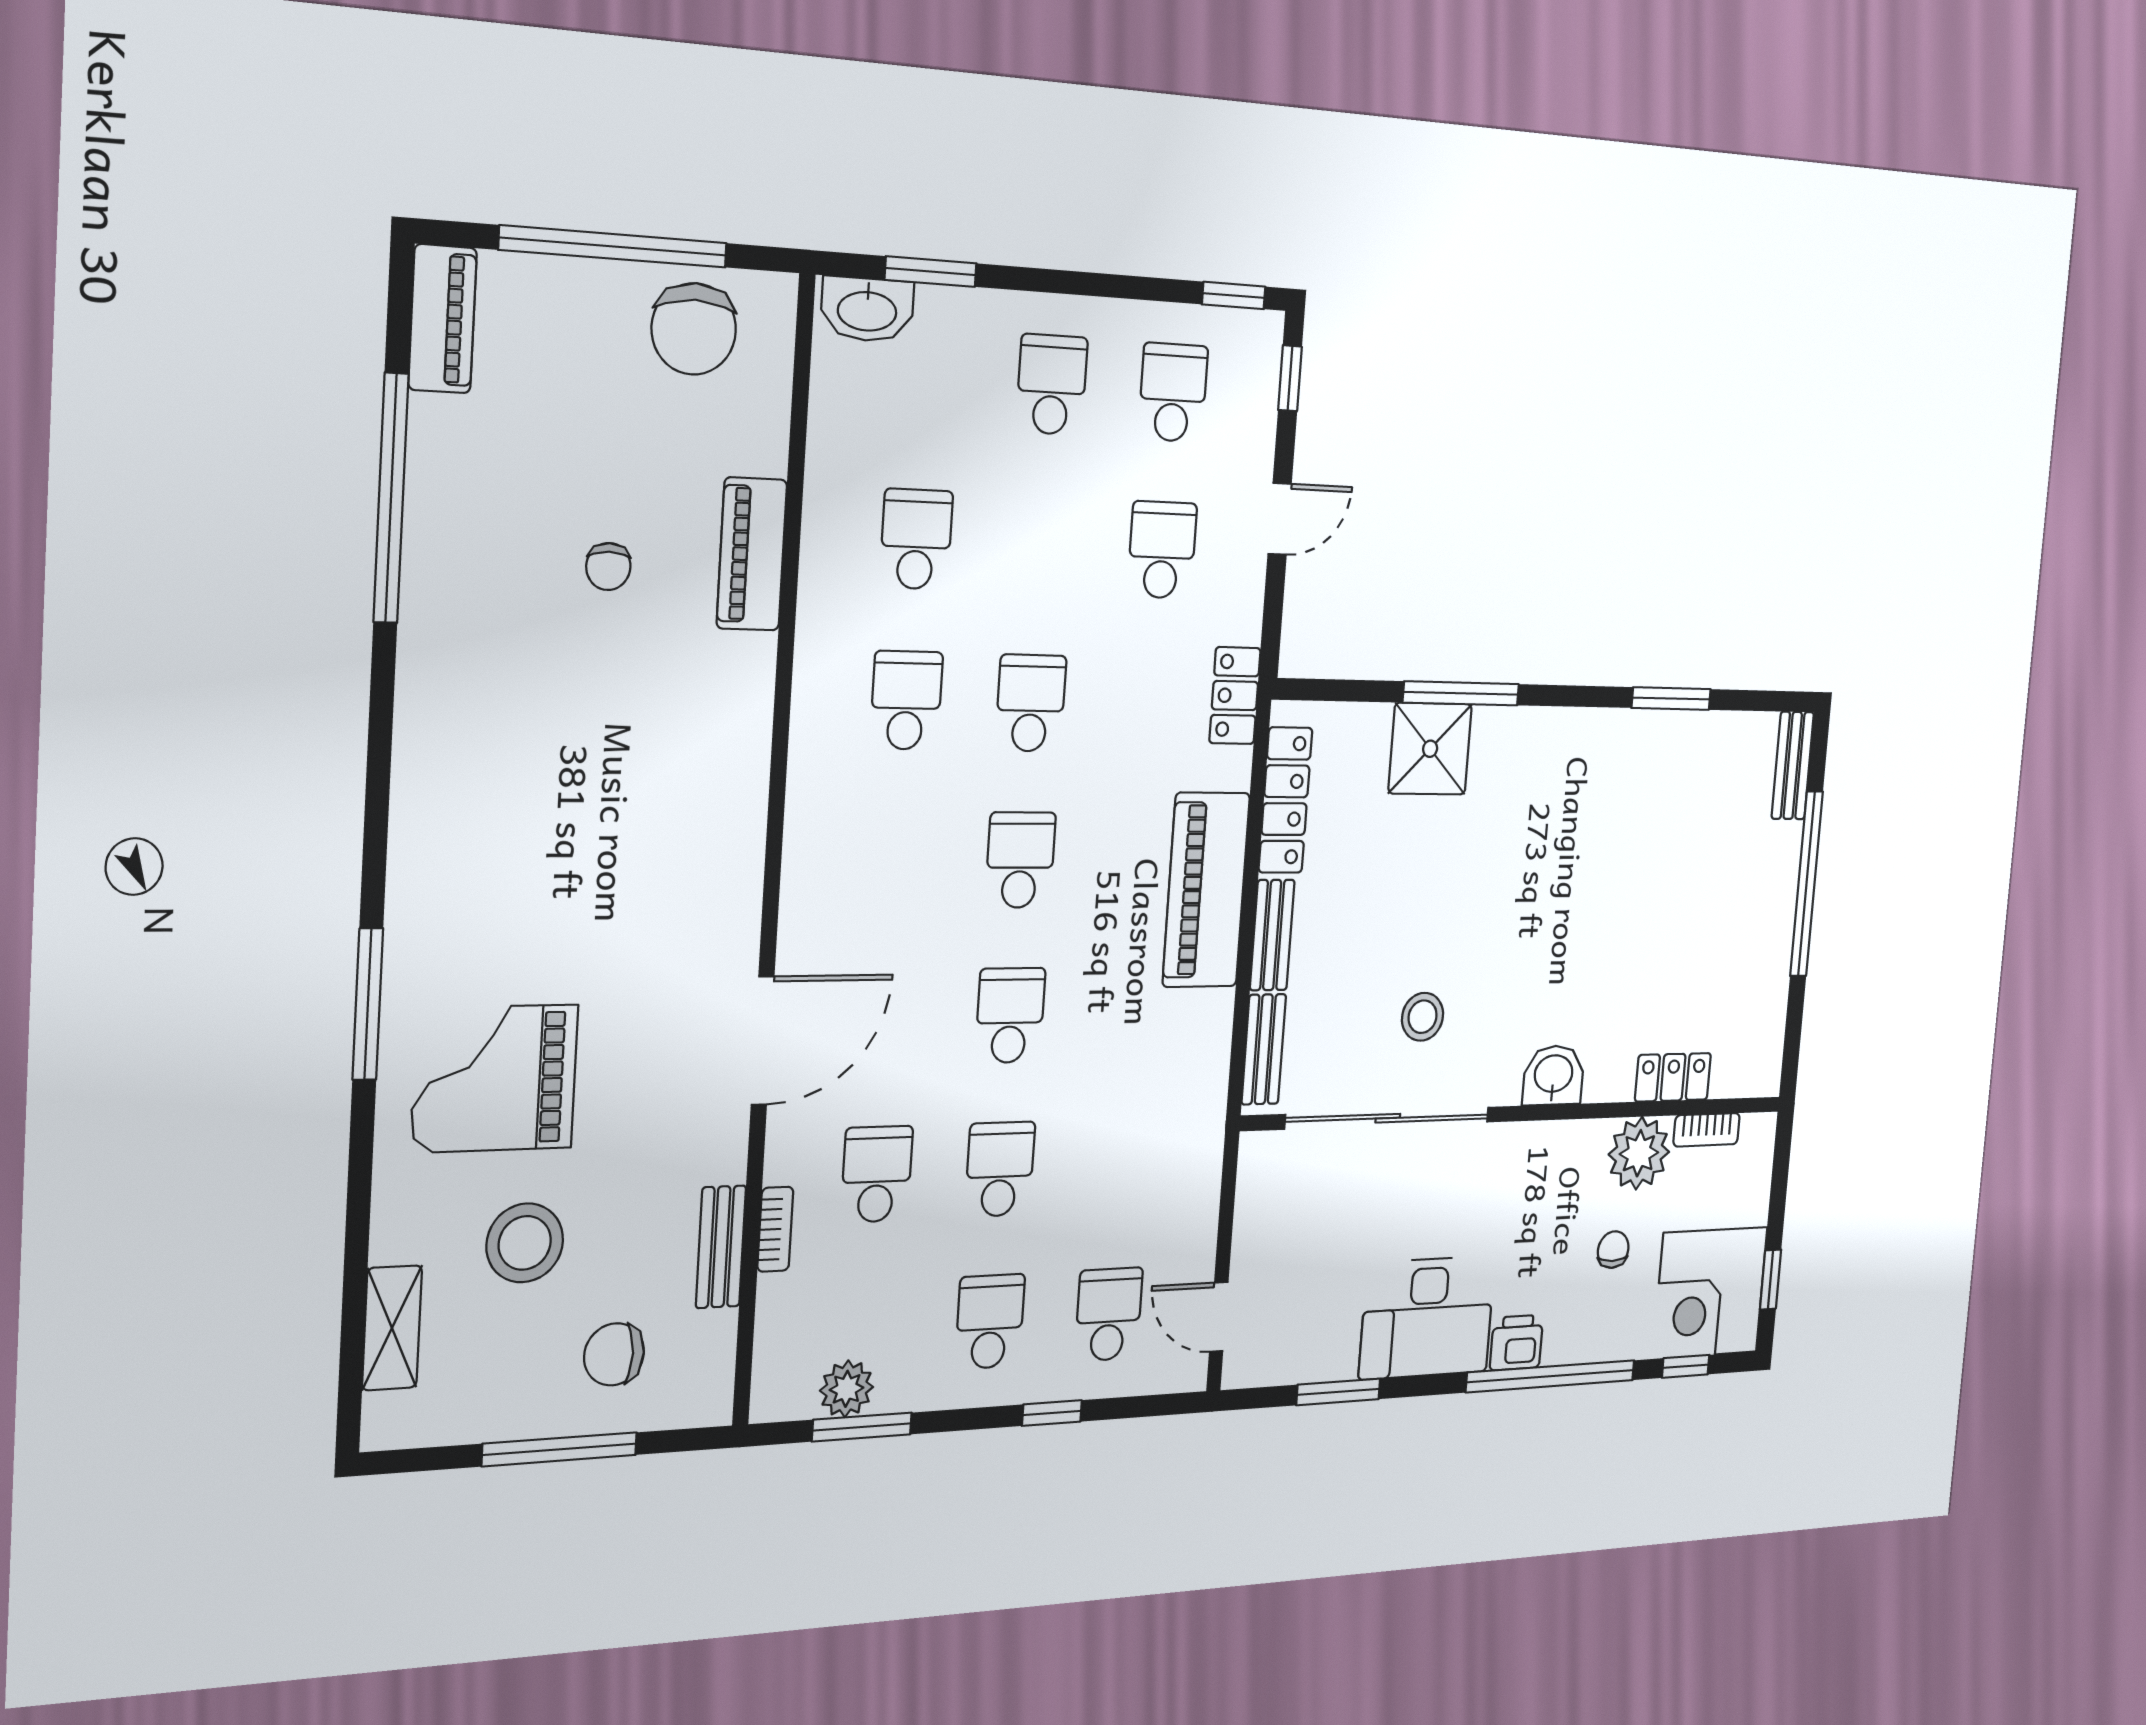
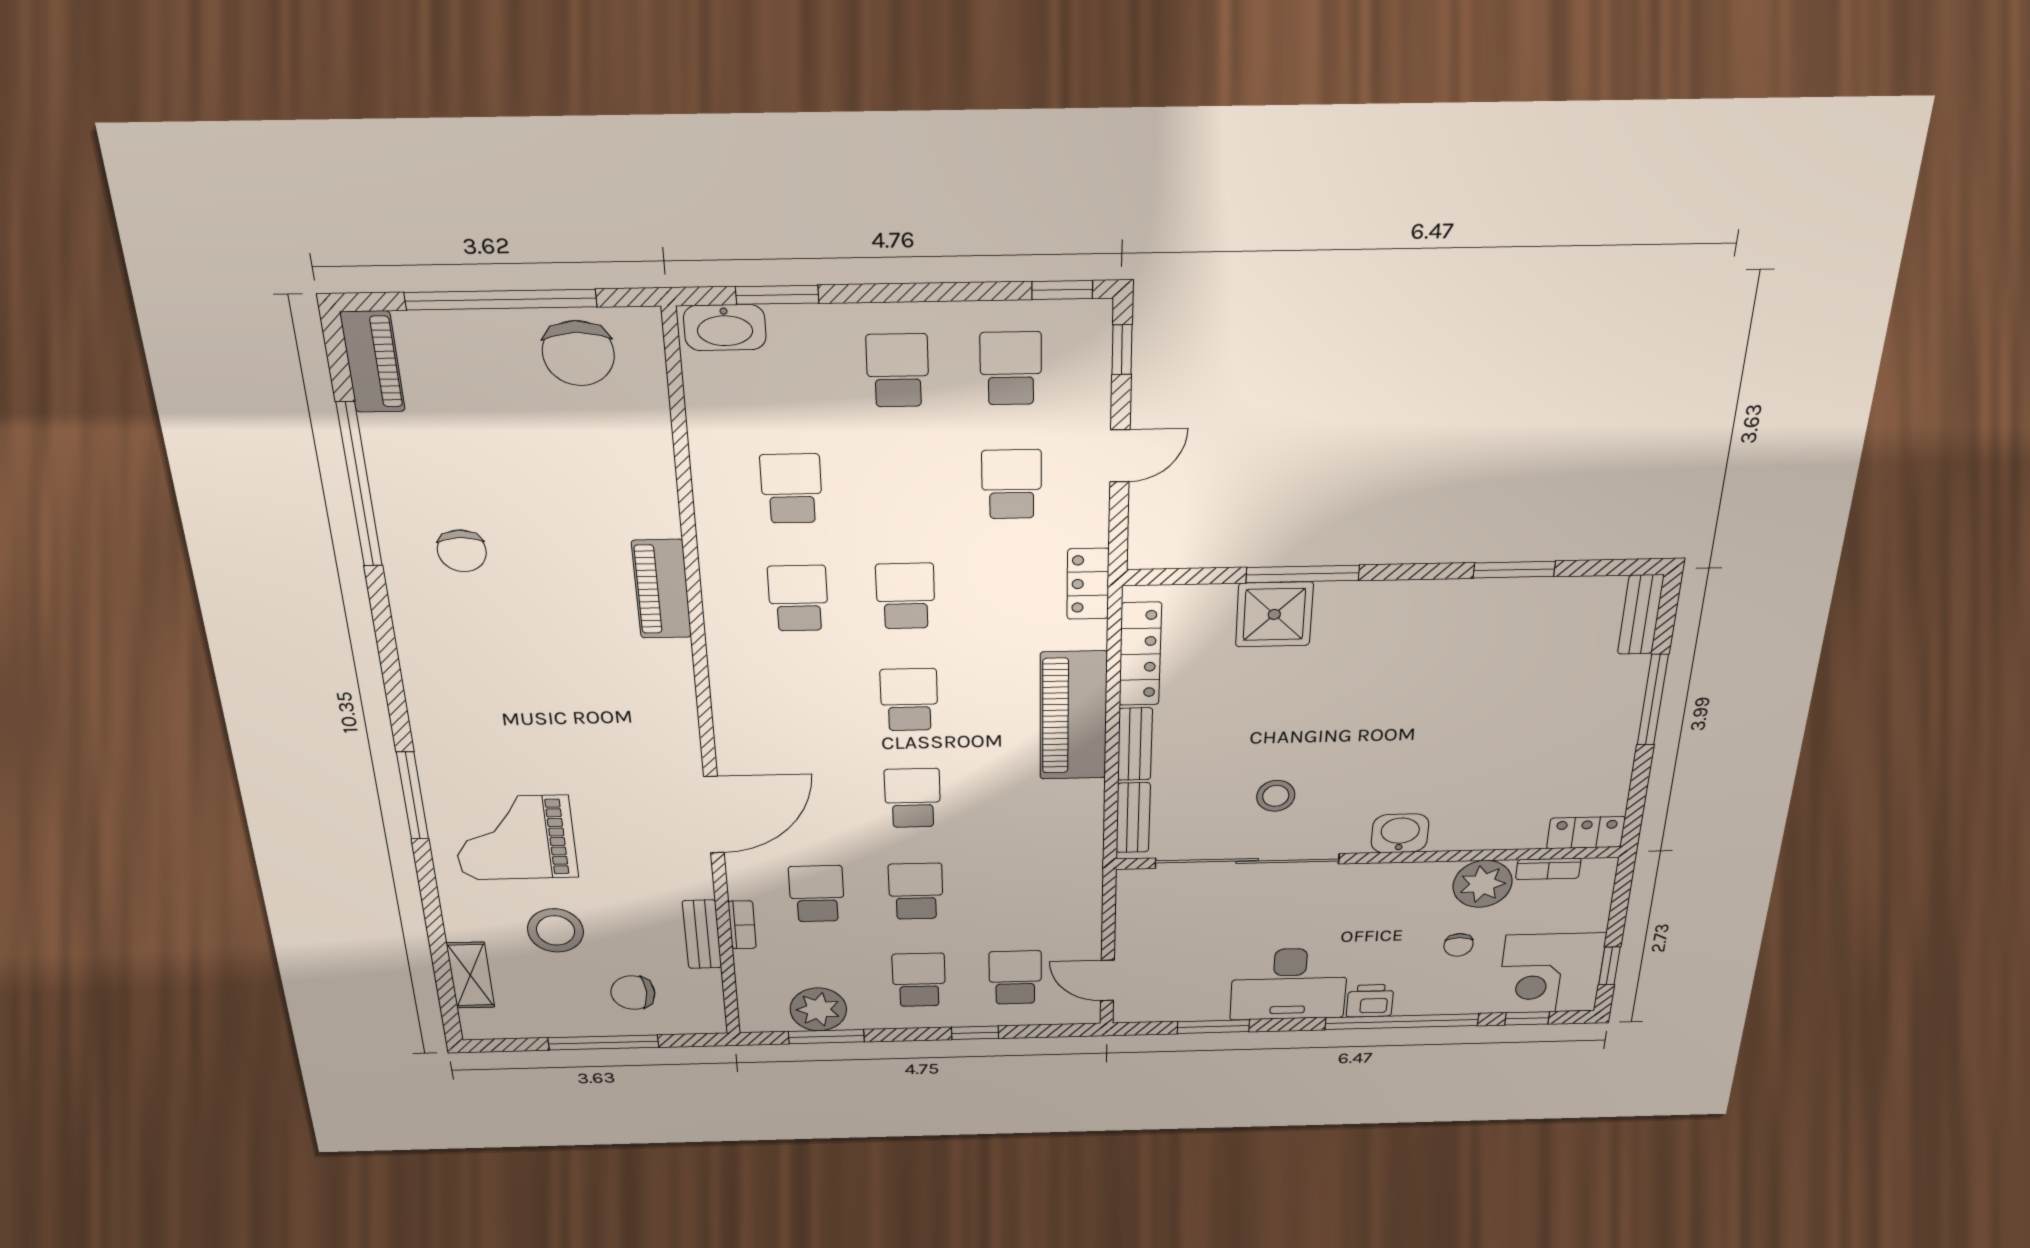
piano: (752, 554) -> (662, 589), moved
chair: (608, 567) -> (462, 551), moved, width x1.37, depth x1.37
window: (1806, 884) -> (1653, 700), width x0.68
locker: (1673, 1077) -> (1586, 833), moved
chair: (1613, 1250) -> (1458, 945), turned 180
plant: (847, 1389) -> (818, 1009), width x1.36, depth x1.36

